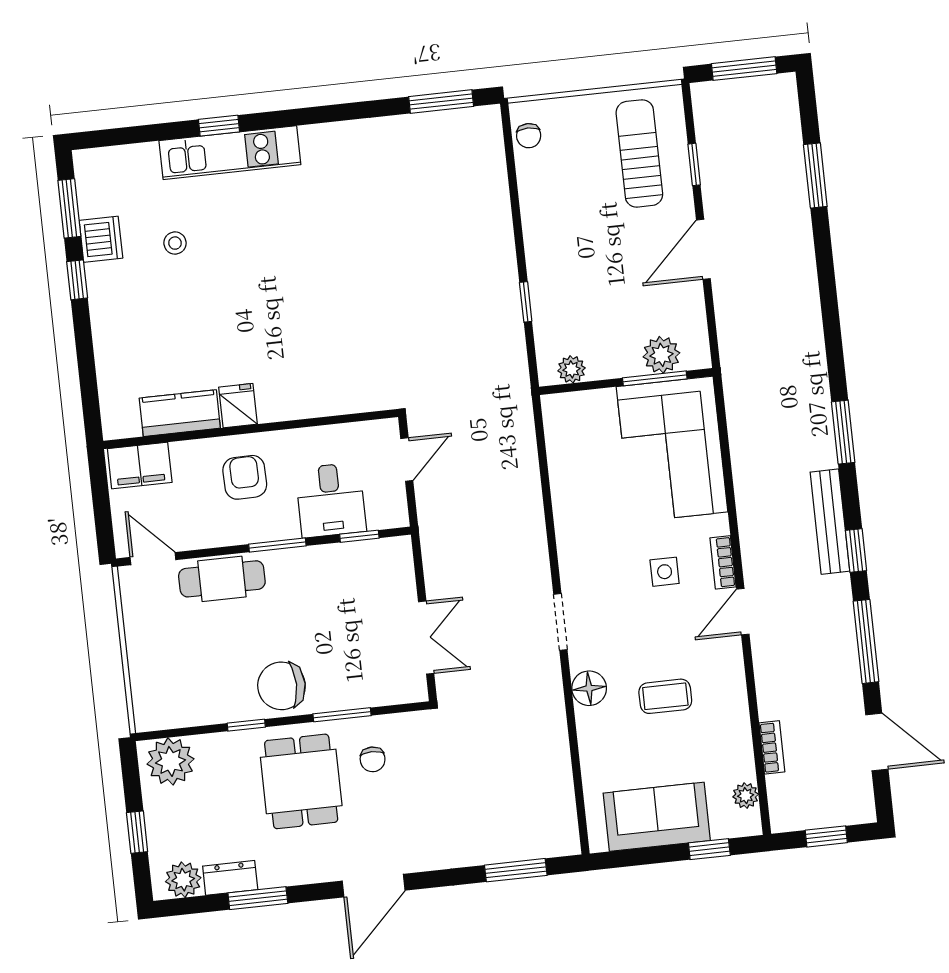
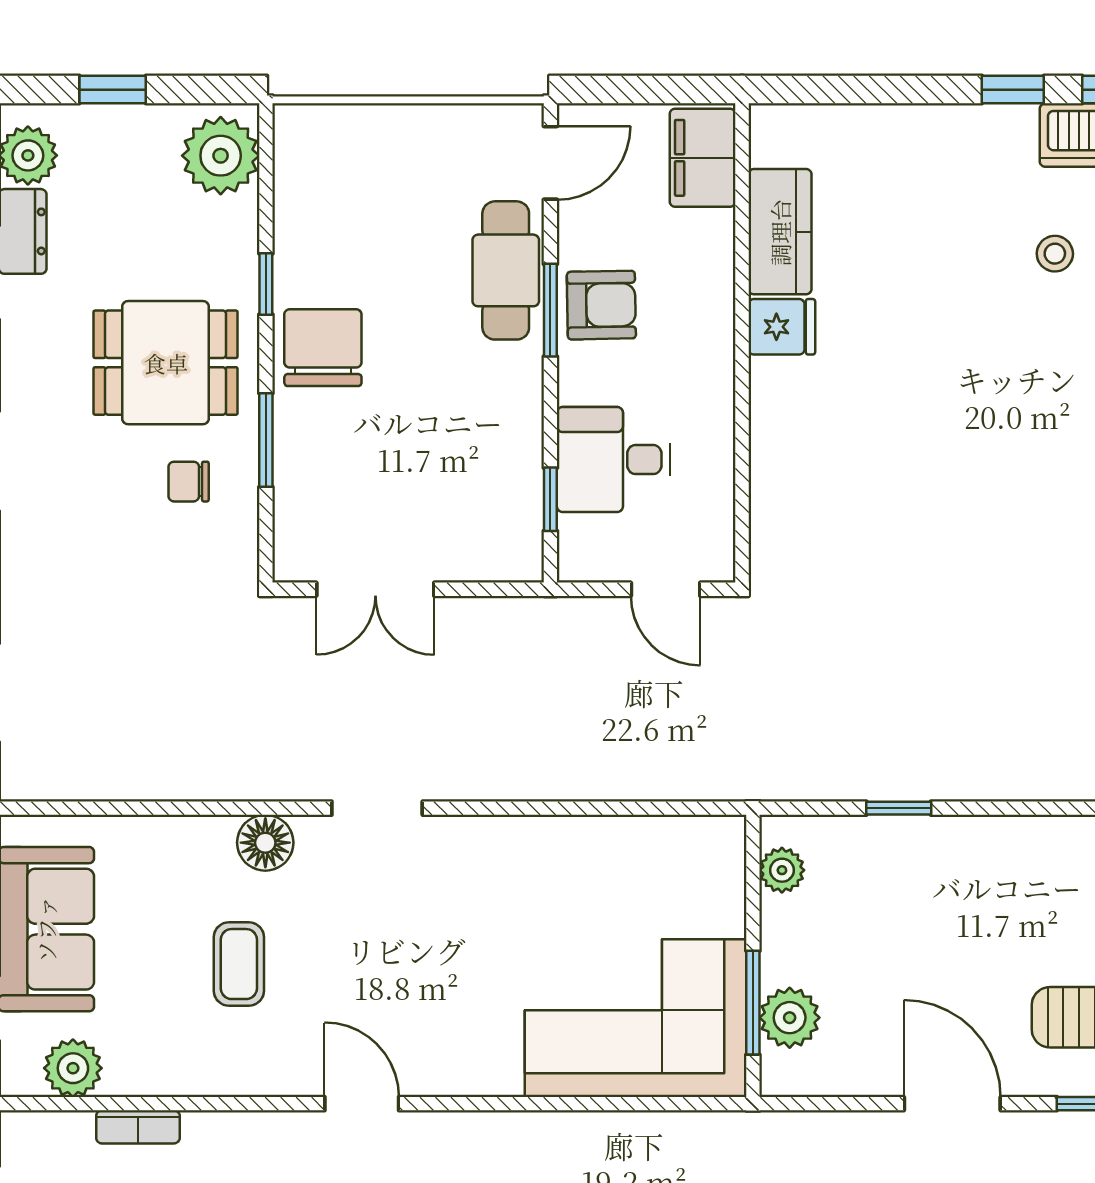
armchair: (245, 477) -> (601, 305), moved
window: (277, 545) -> (550, 310), moved
bookcase: (723, 562) -> (444, 1080), removed
side table: (665, 572) -> (440, 985), removed
plant: (746, 796) -> (73, 1068), width x1.38, depth x1.38

